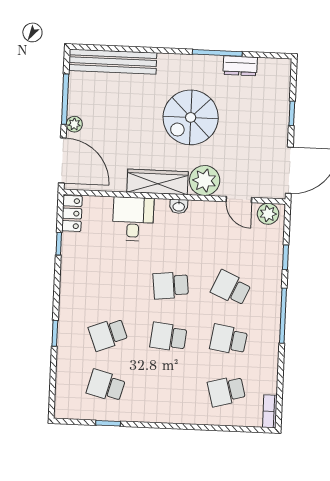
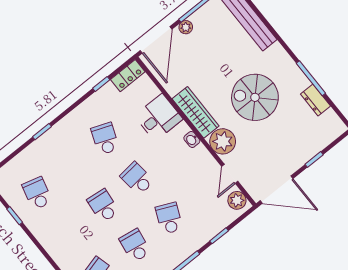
school desk: (108, 334) -> (105, 139), moved, turned 42

